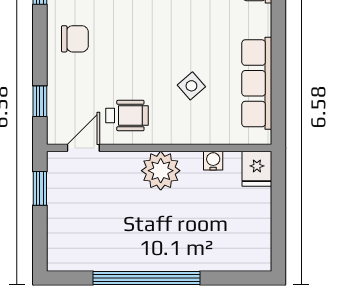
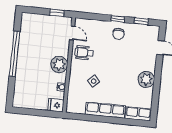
row of seats: (257, 83) -> (105, 110), moved
window: (40, 101) -> (118, 19), moved
wheelchair: (127, 115) -> (84, 53), turned 90

